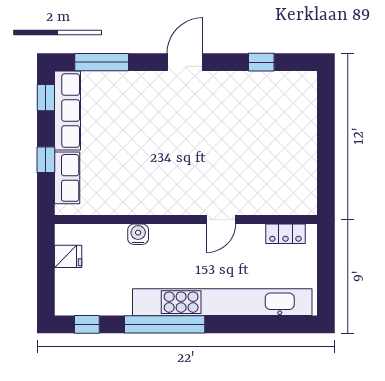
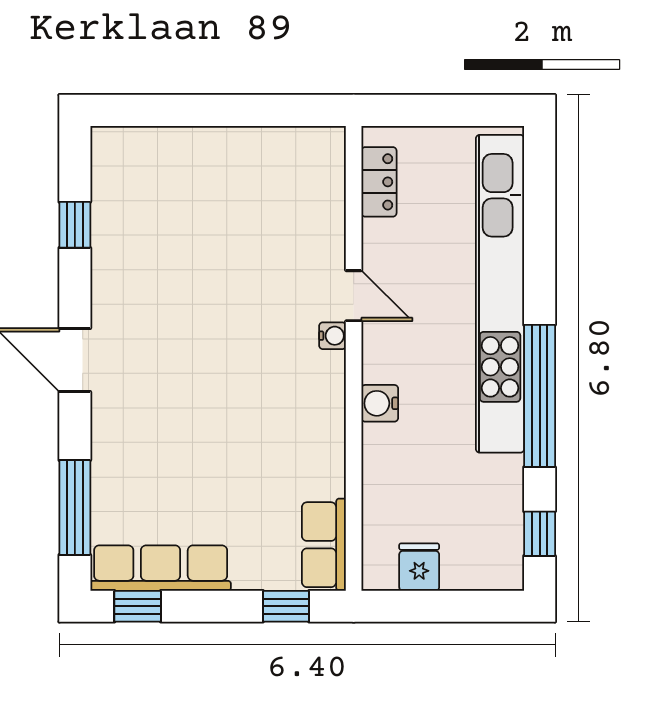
window: (46, 160) -> (286, 606), moved
row of seats: (67, 178) -> (324, 545), moved, turned -90
water cooler: (199, 208) -> (333, 336), added
water cooler: (138, 234) -> (380, 403), moved

